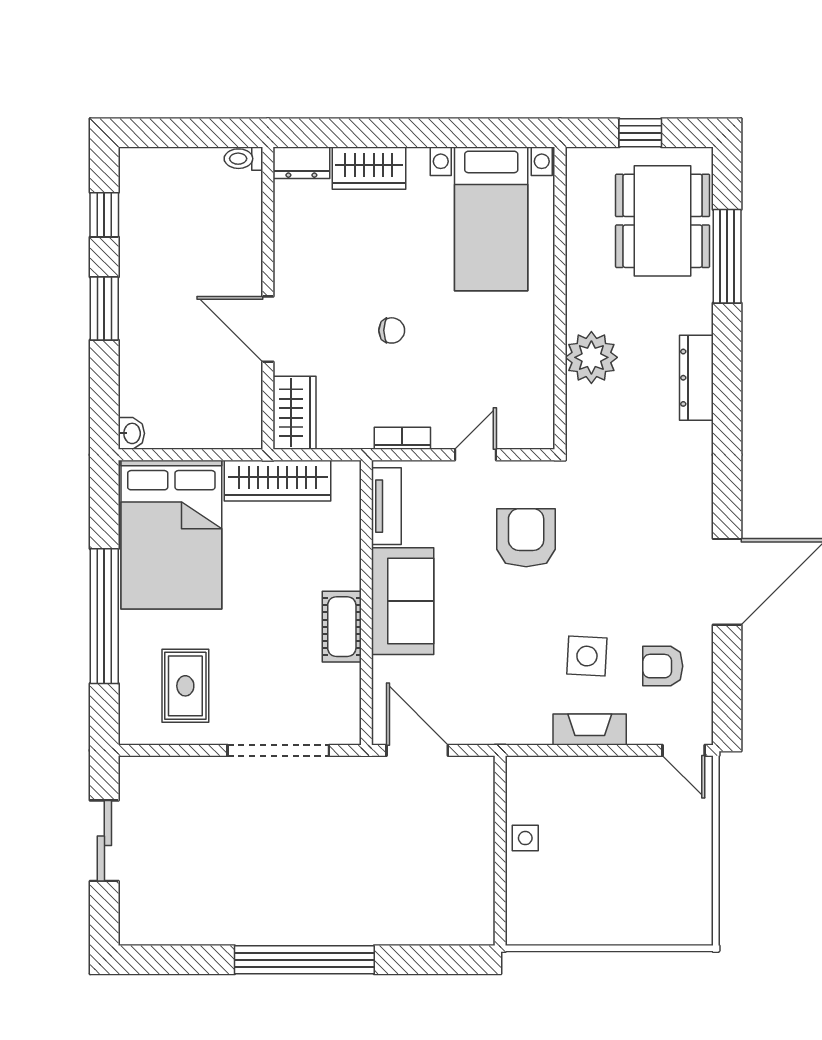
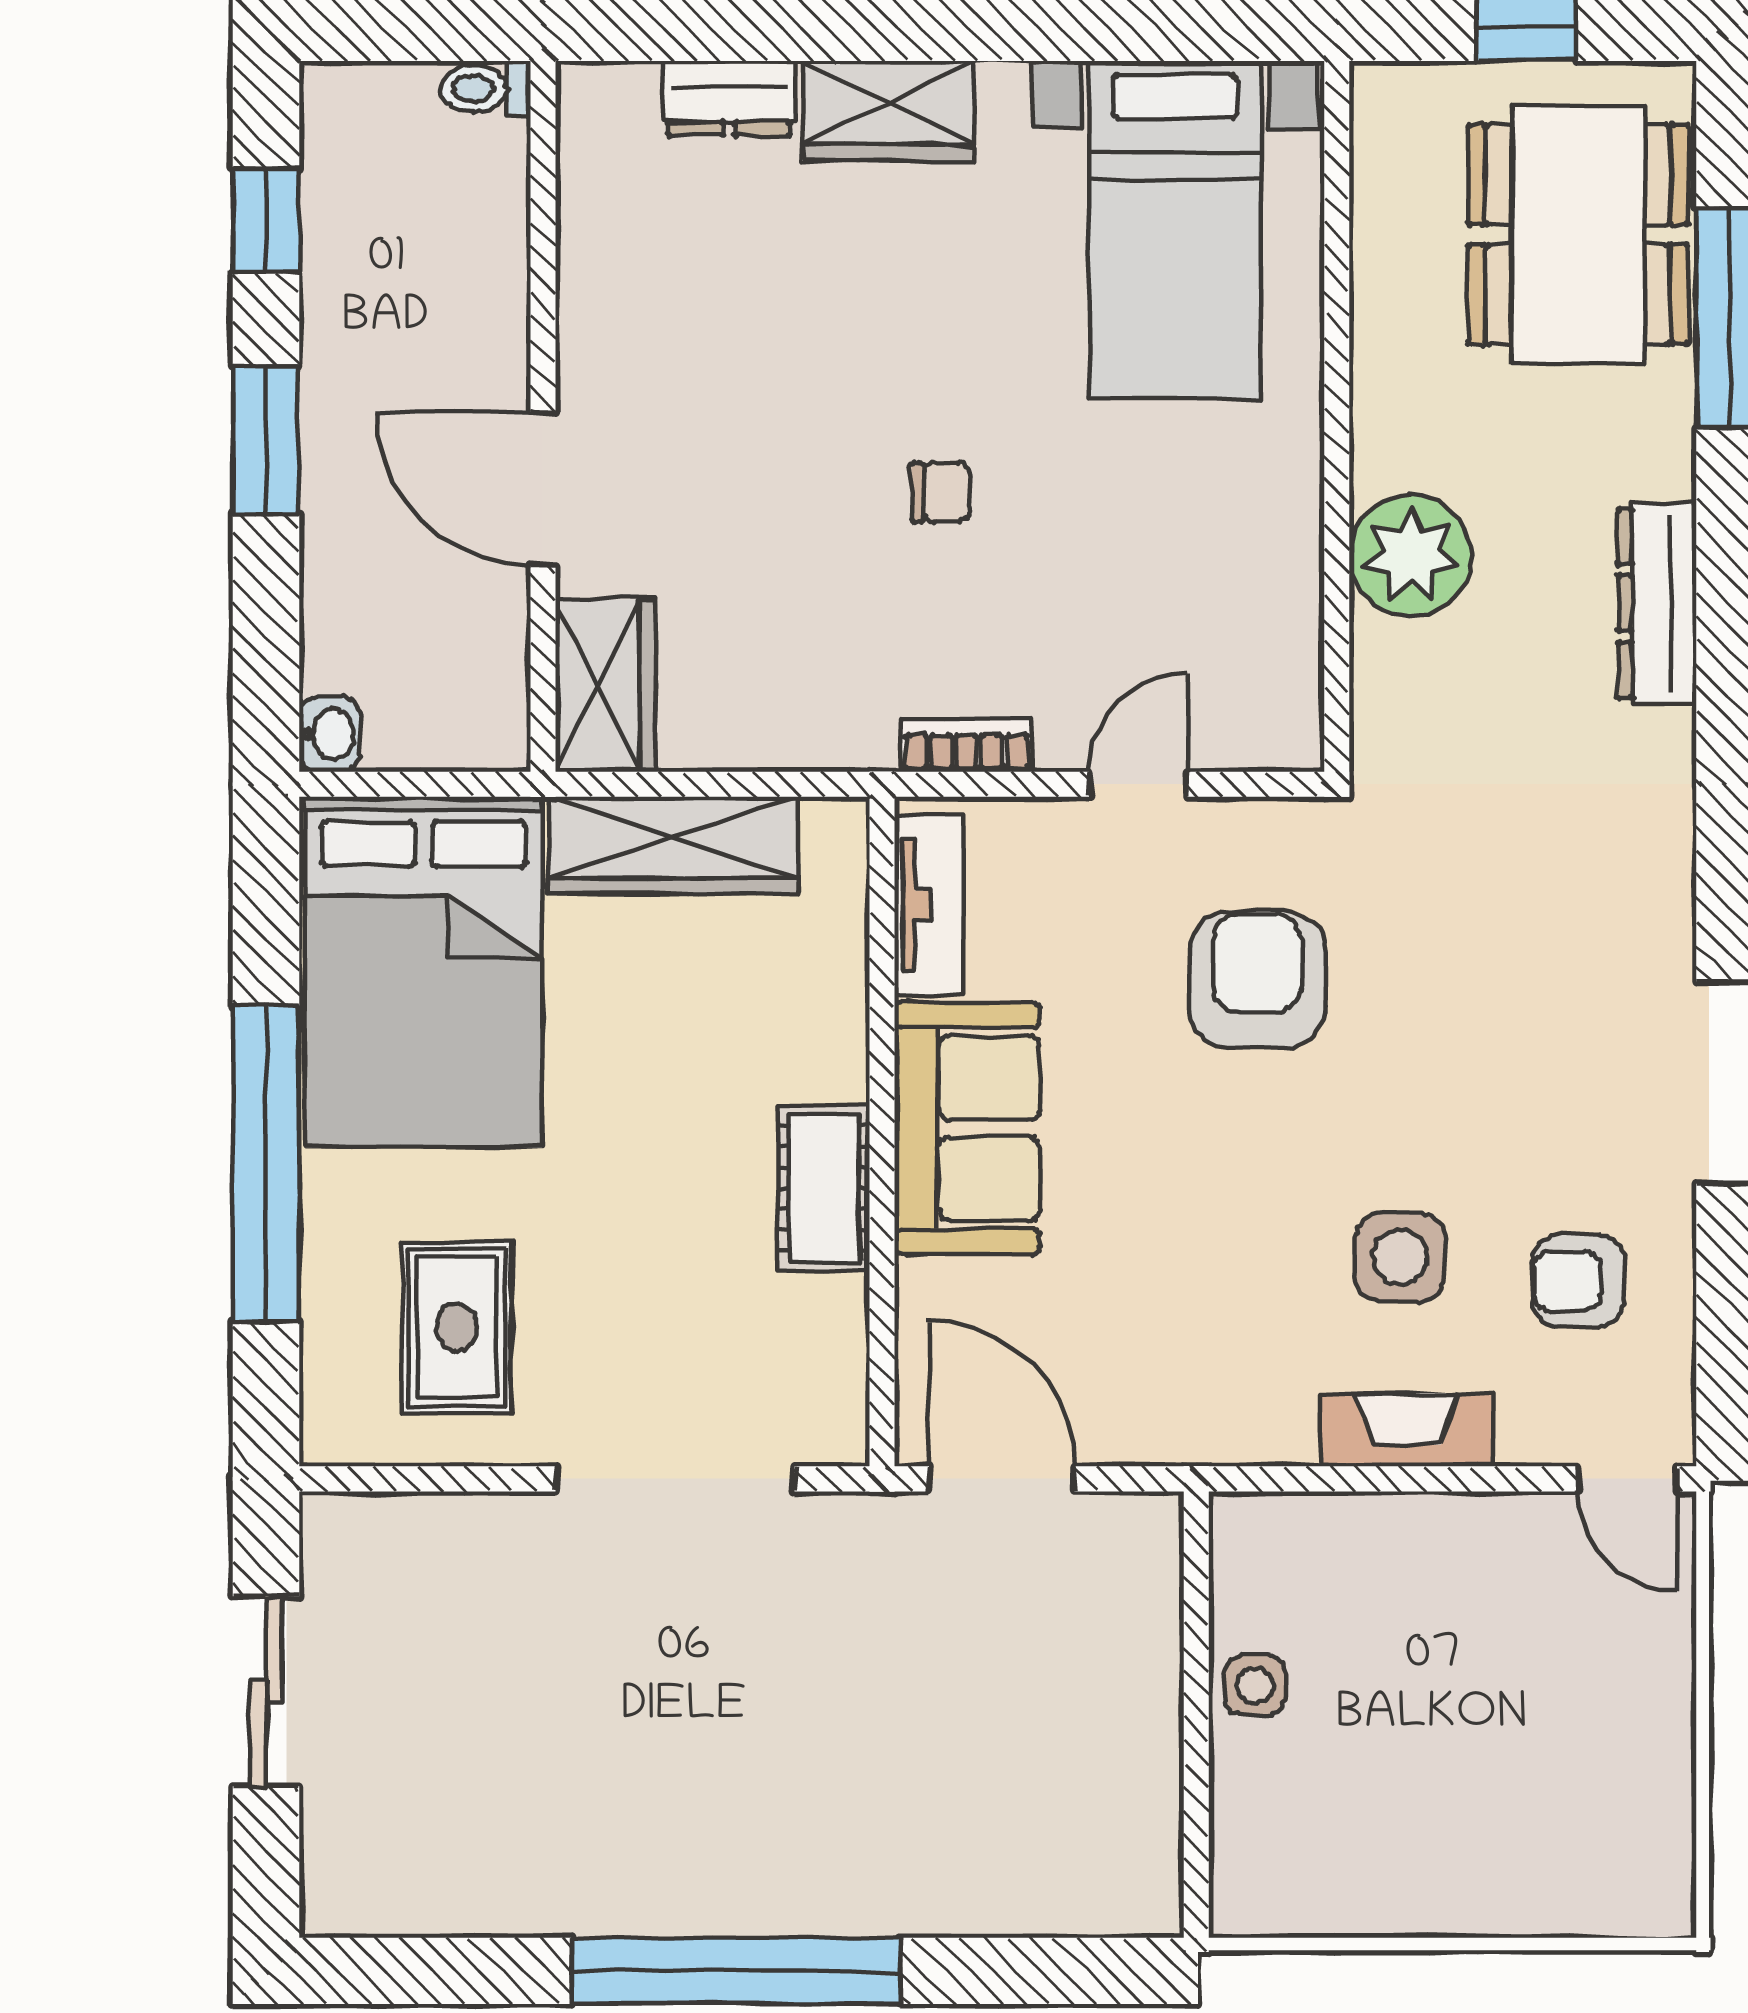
toilet: (243, 159) -> (485, 89), moved
wall: (268, 298) -> (543, 416), moved
door: (268, 329) -> (543, 489), moved
wardrobe: (294, 413) -> (605, 686), moved

